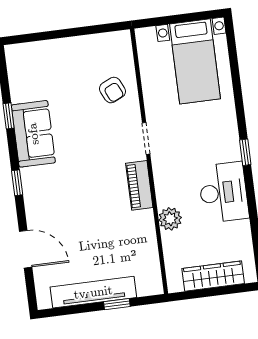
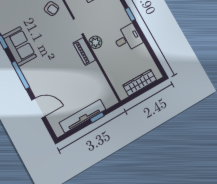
window: (17, 183) -> (21, 75), width x2.17
desk: (223, 192) -> (128, 38), width x0.73
plant: (170, 219) -> (95, 42), moved

